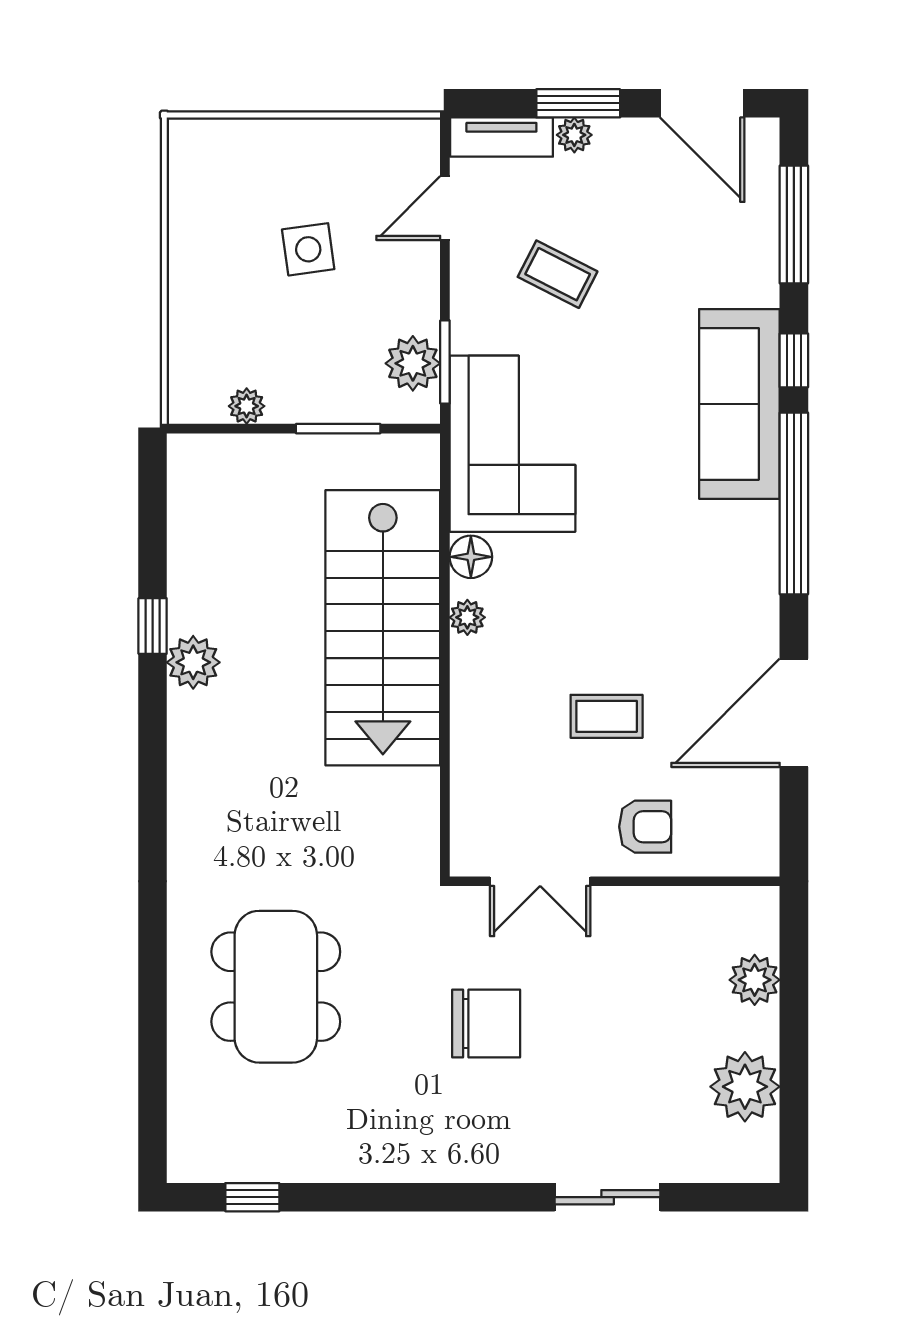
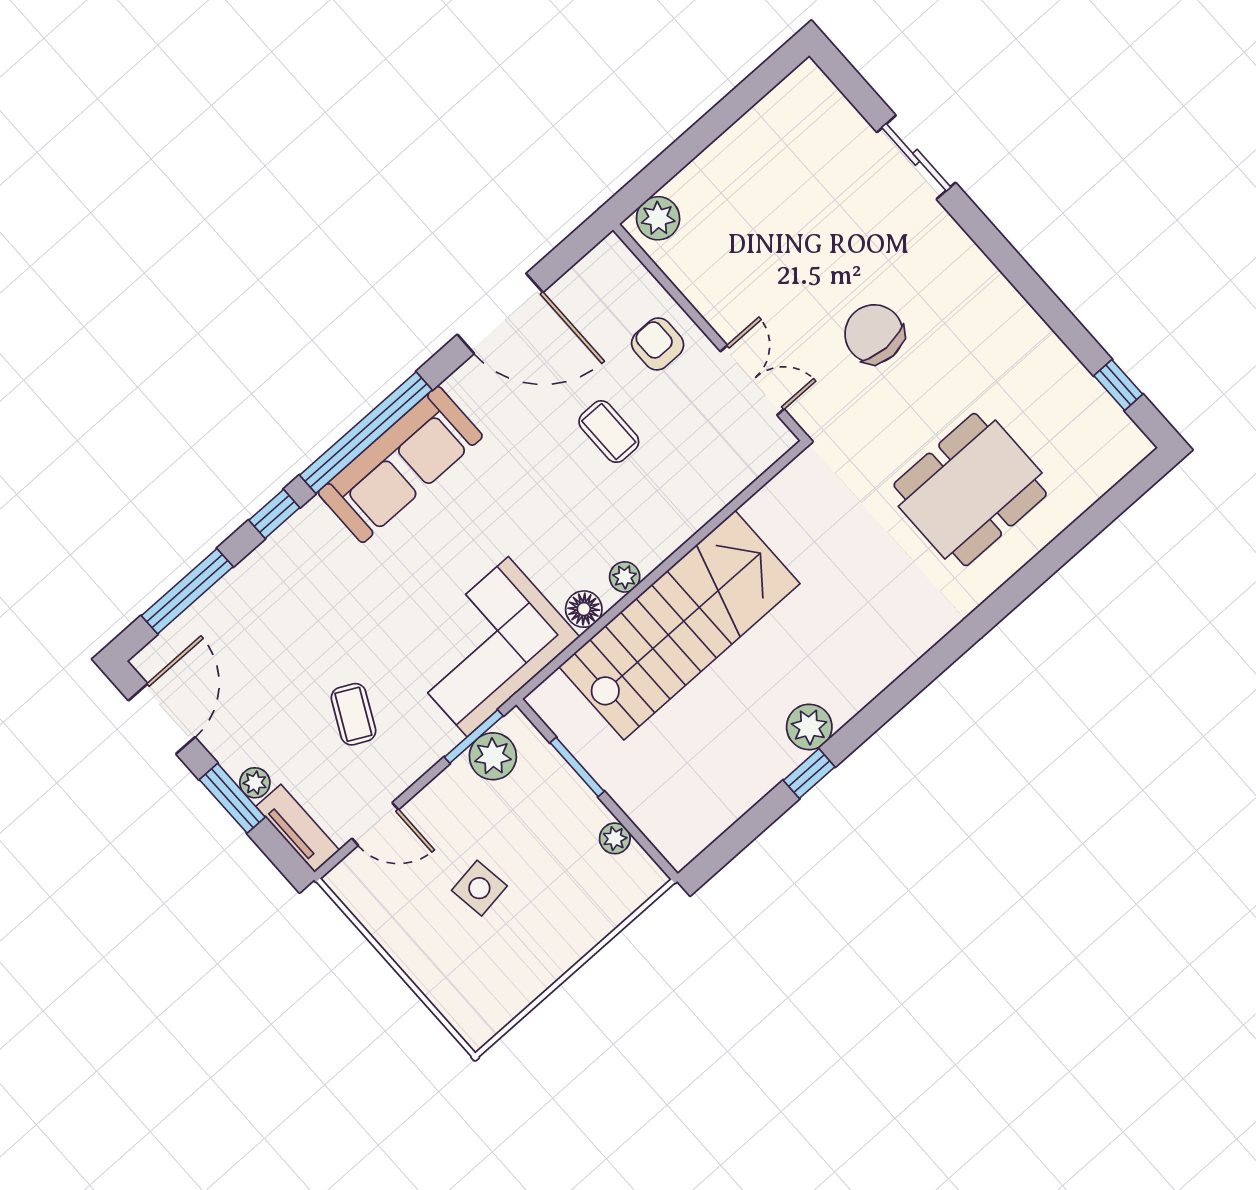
sofa: (739, 404) -> (400, 464), moved
plant: (755, 980) -> (658, 218), moved
plant: (745, 1087) -> (767, 132), removed

